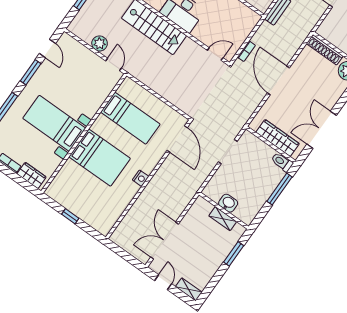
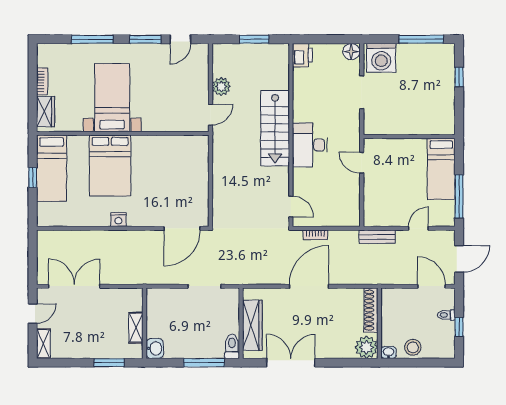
bed: (130, 118) -> (52, 168), moved
washbasin: (228, 203) -> (155, 348), moved

